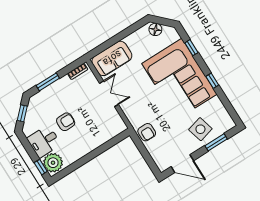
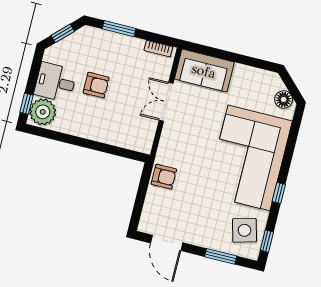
floor lamp: (155, 29) -> (284, 99), moved
window: (191, 48) -> (267, 241), moved
double door: (109, 94) -> (166, 102), swing flipped
side table: (200, 129) -> (244, 230), moved
armchair: (147, 132) -> (164, 177), turned -90

